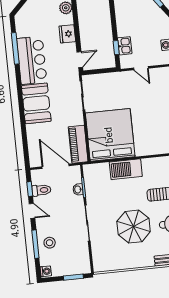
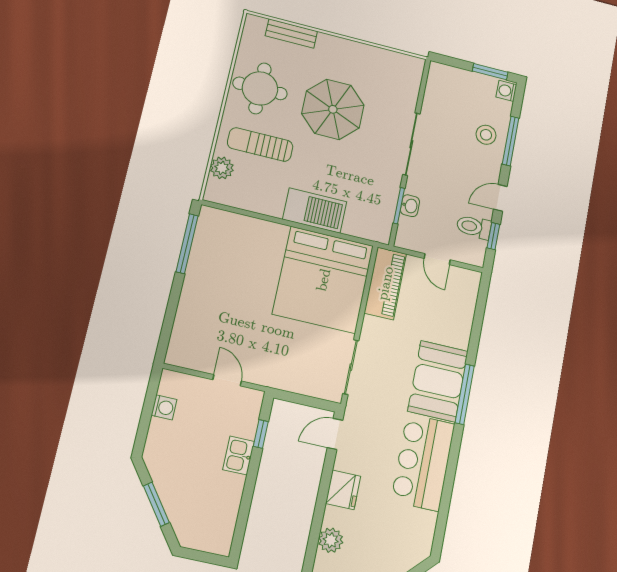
kitchen sink: (125, 46) -> (239, 456), moved
window: (15, 48) -> (465, 394), moved
door: (55, 166) -> (437, 259), width x0.53
door: (32, 211) -> (500, 198), hinge flipped
window: (73, 277) -> (490, 72), moved

